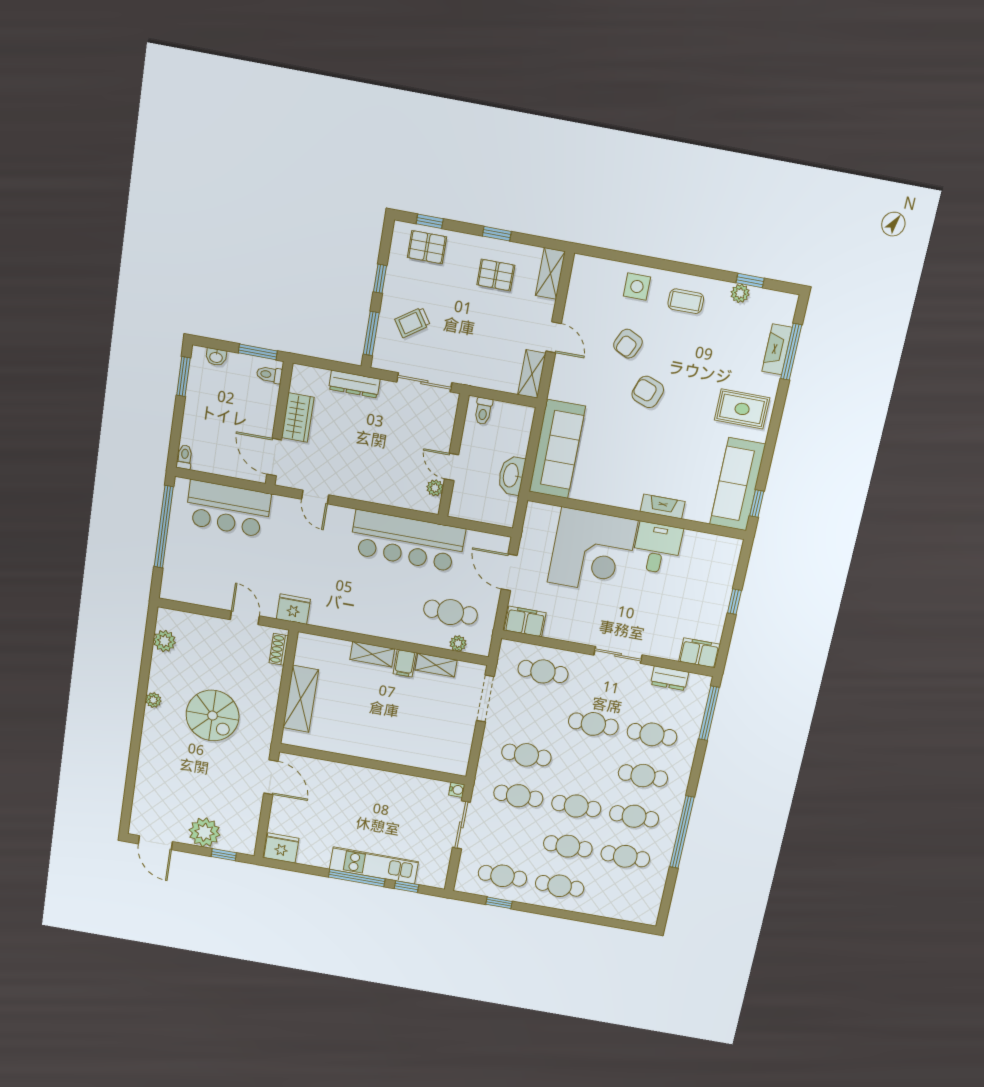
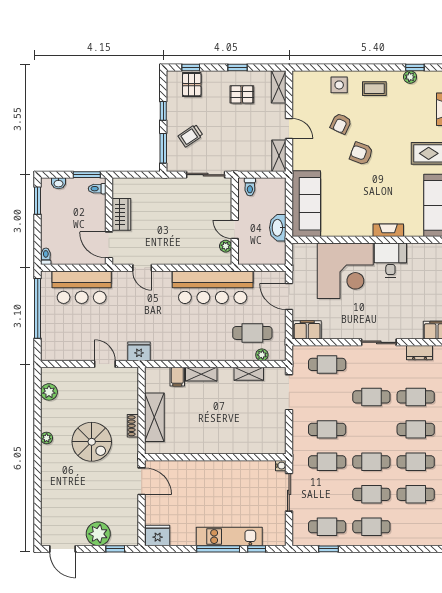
pallet: (427, 247) -> (192, 85), turned 90
dresser: (354, 384) -> (157, 185), removed
shoe rack: (279, 649) -> (133, 426), moved
filing cabinet: (405, 663) -> (177, 377), moved

